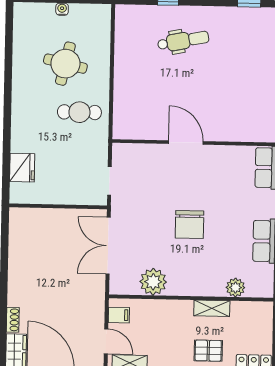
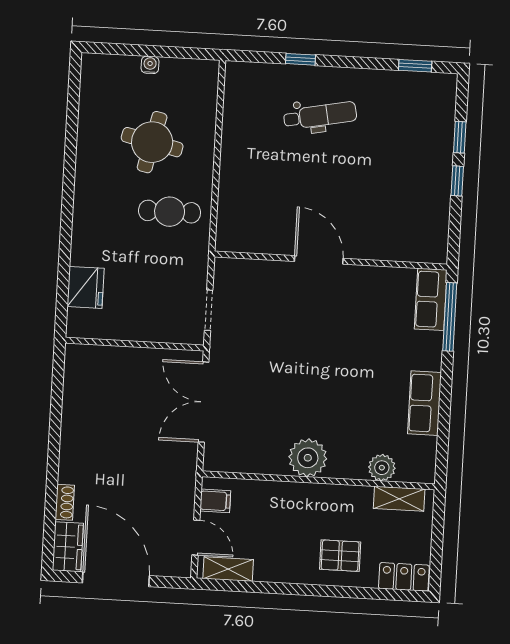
chair: (189, 225) -> (320, 376), removed
plant: (153, 282) -> (308, 458), moved
shelving: (212, 308) -> (399, 499), moved

